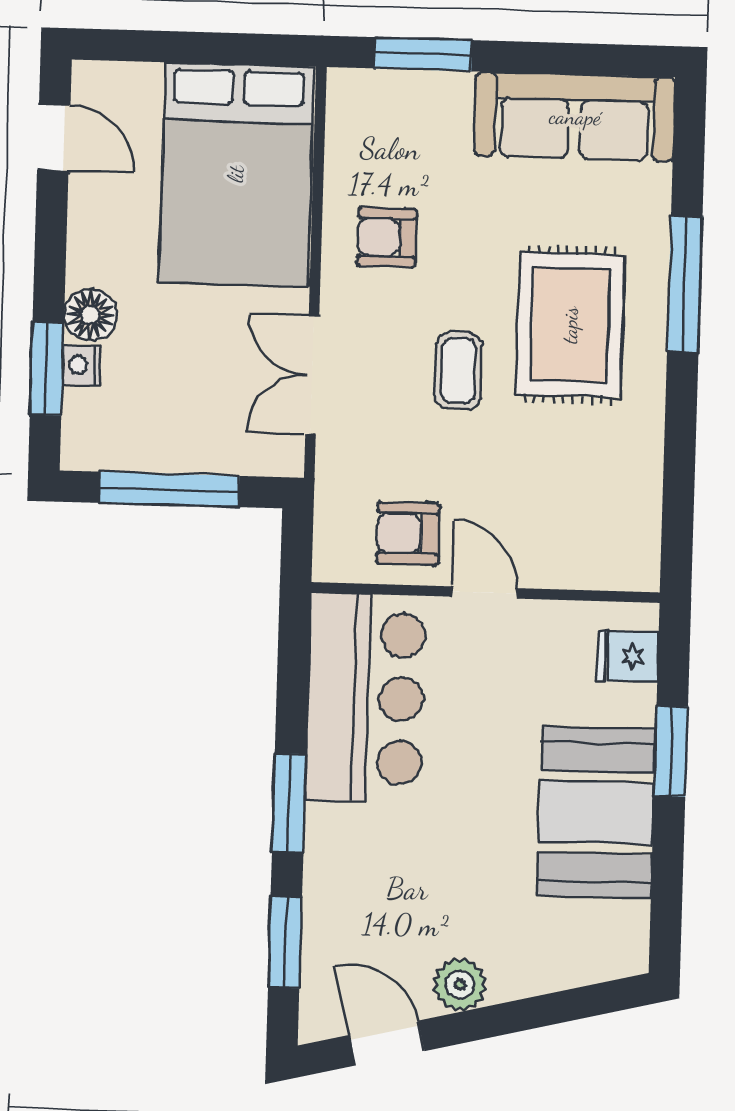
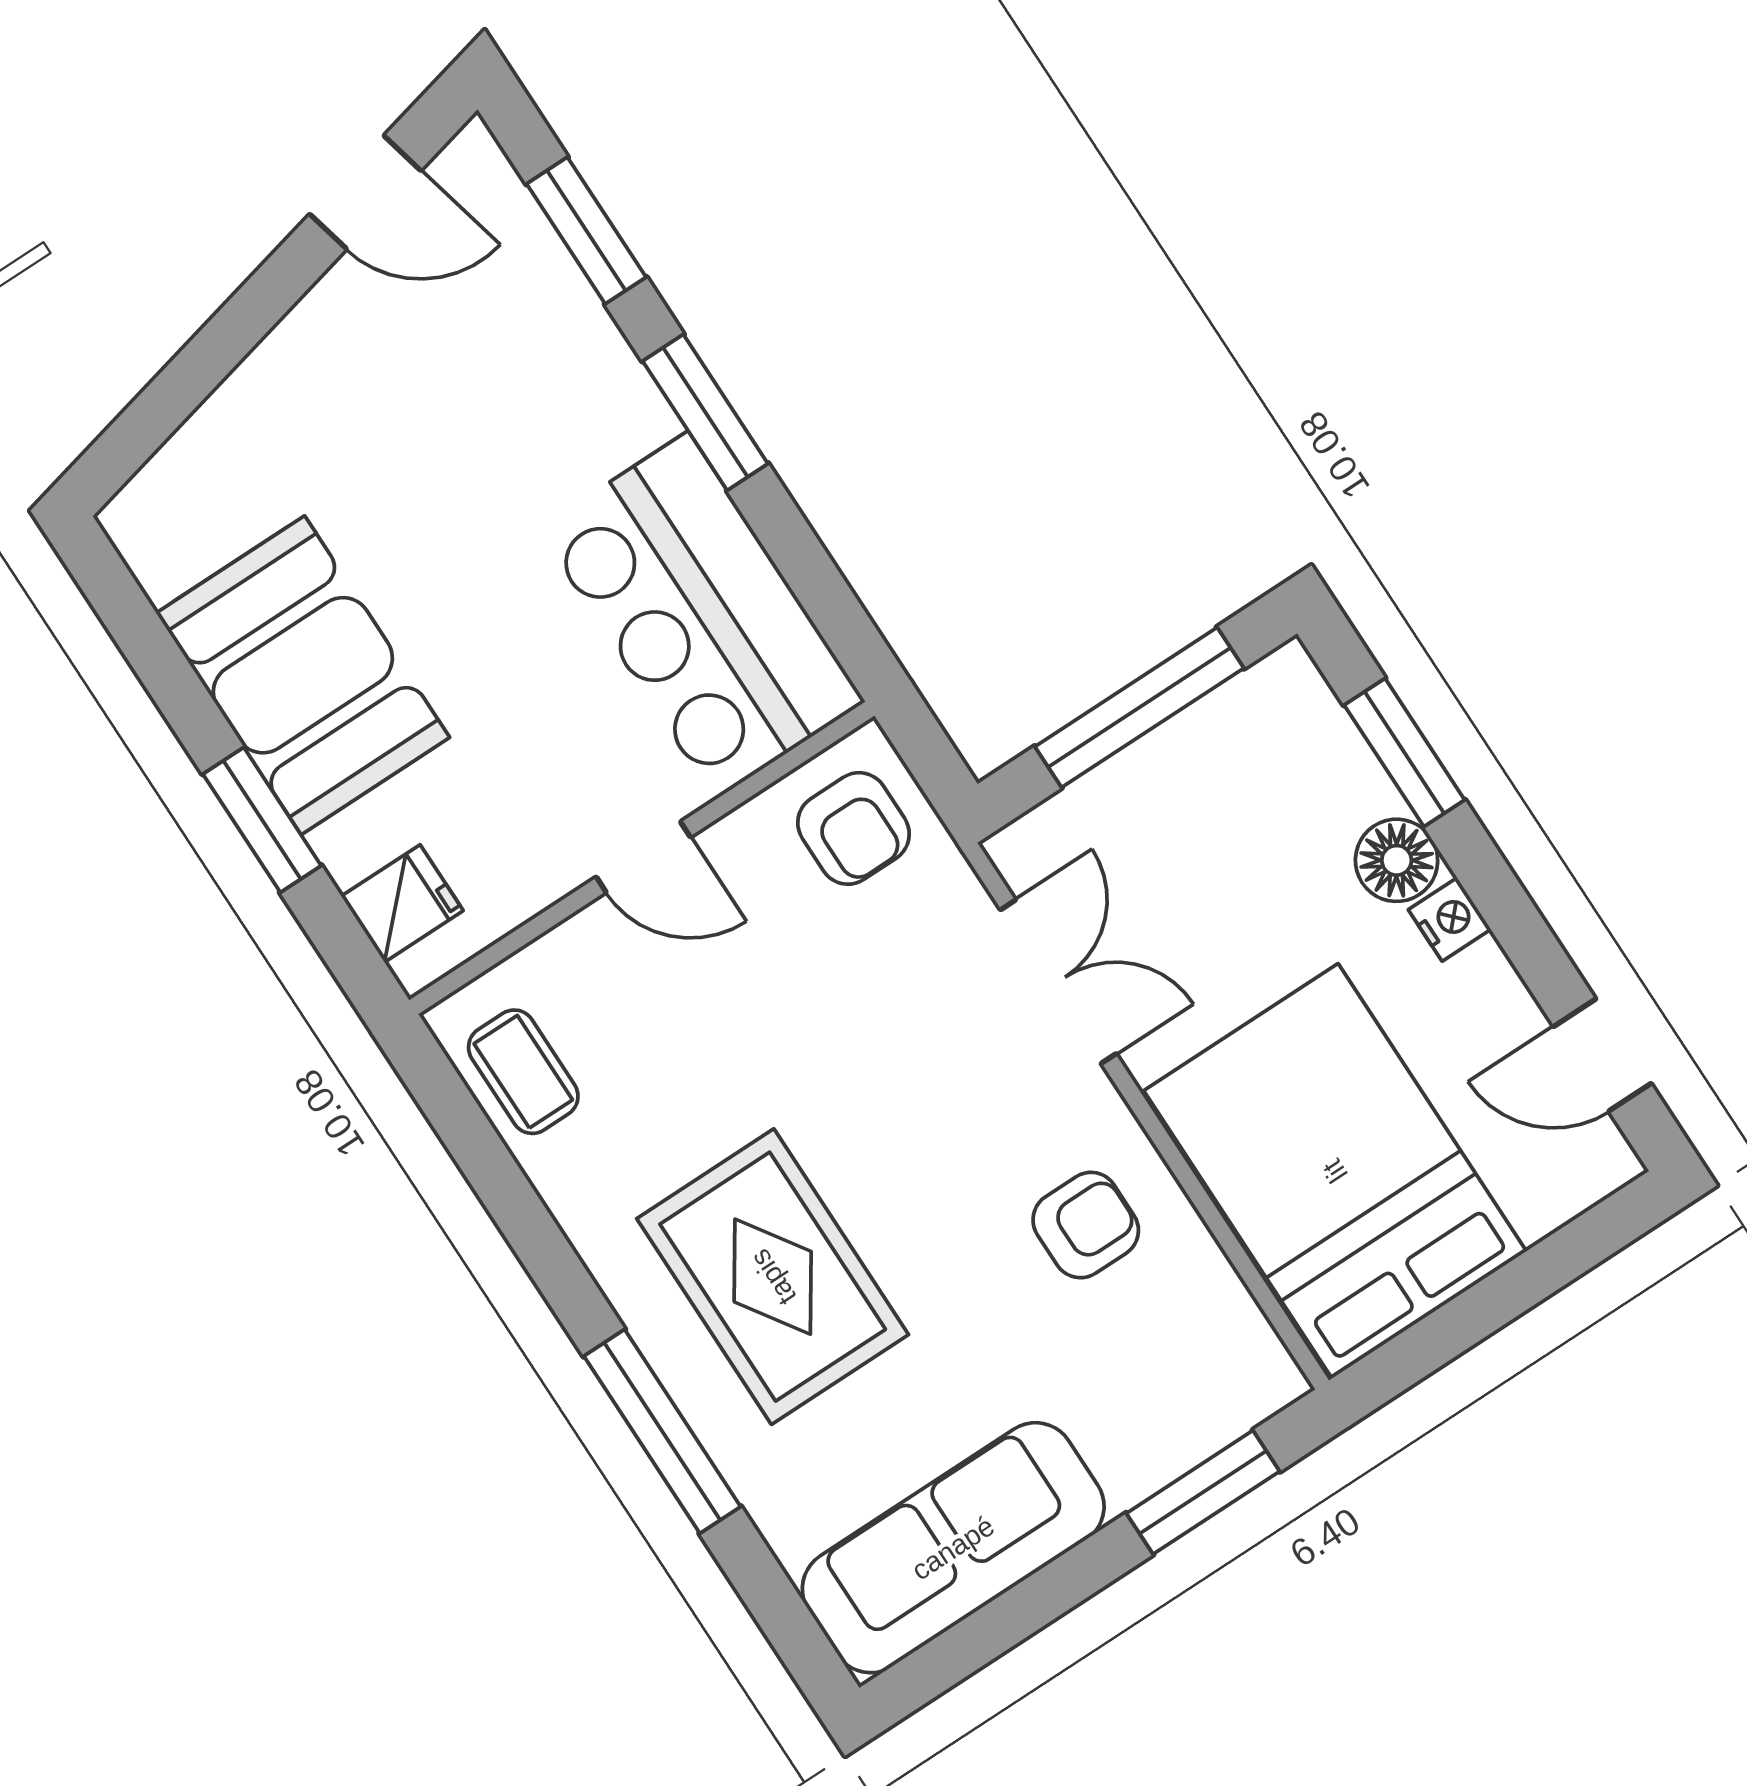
nightstand: (81, 365) -> (1450, 919), moved
coffee table: (458, 371) -> (523, 1072), moved
armchair: (408, 533) -> (853, 828), moved, turned 90
plant: (460, 985) -> (324, 332), removed

